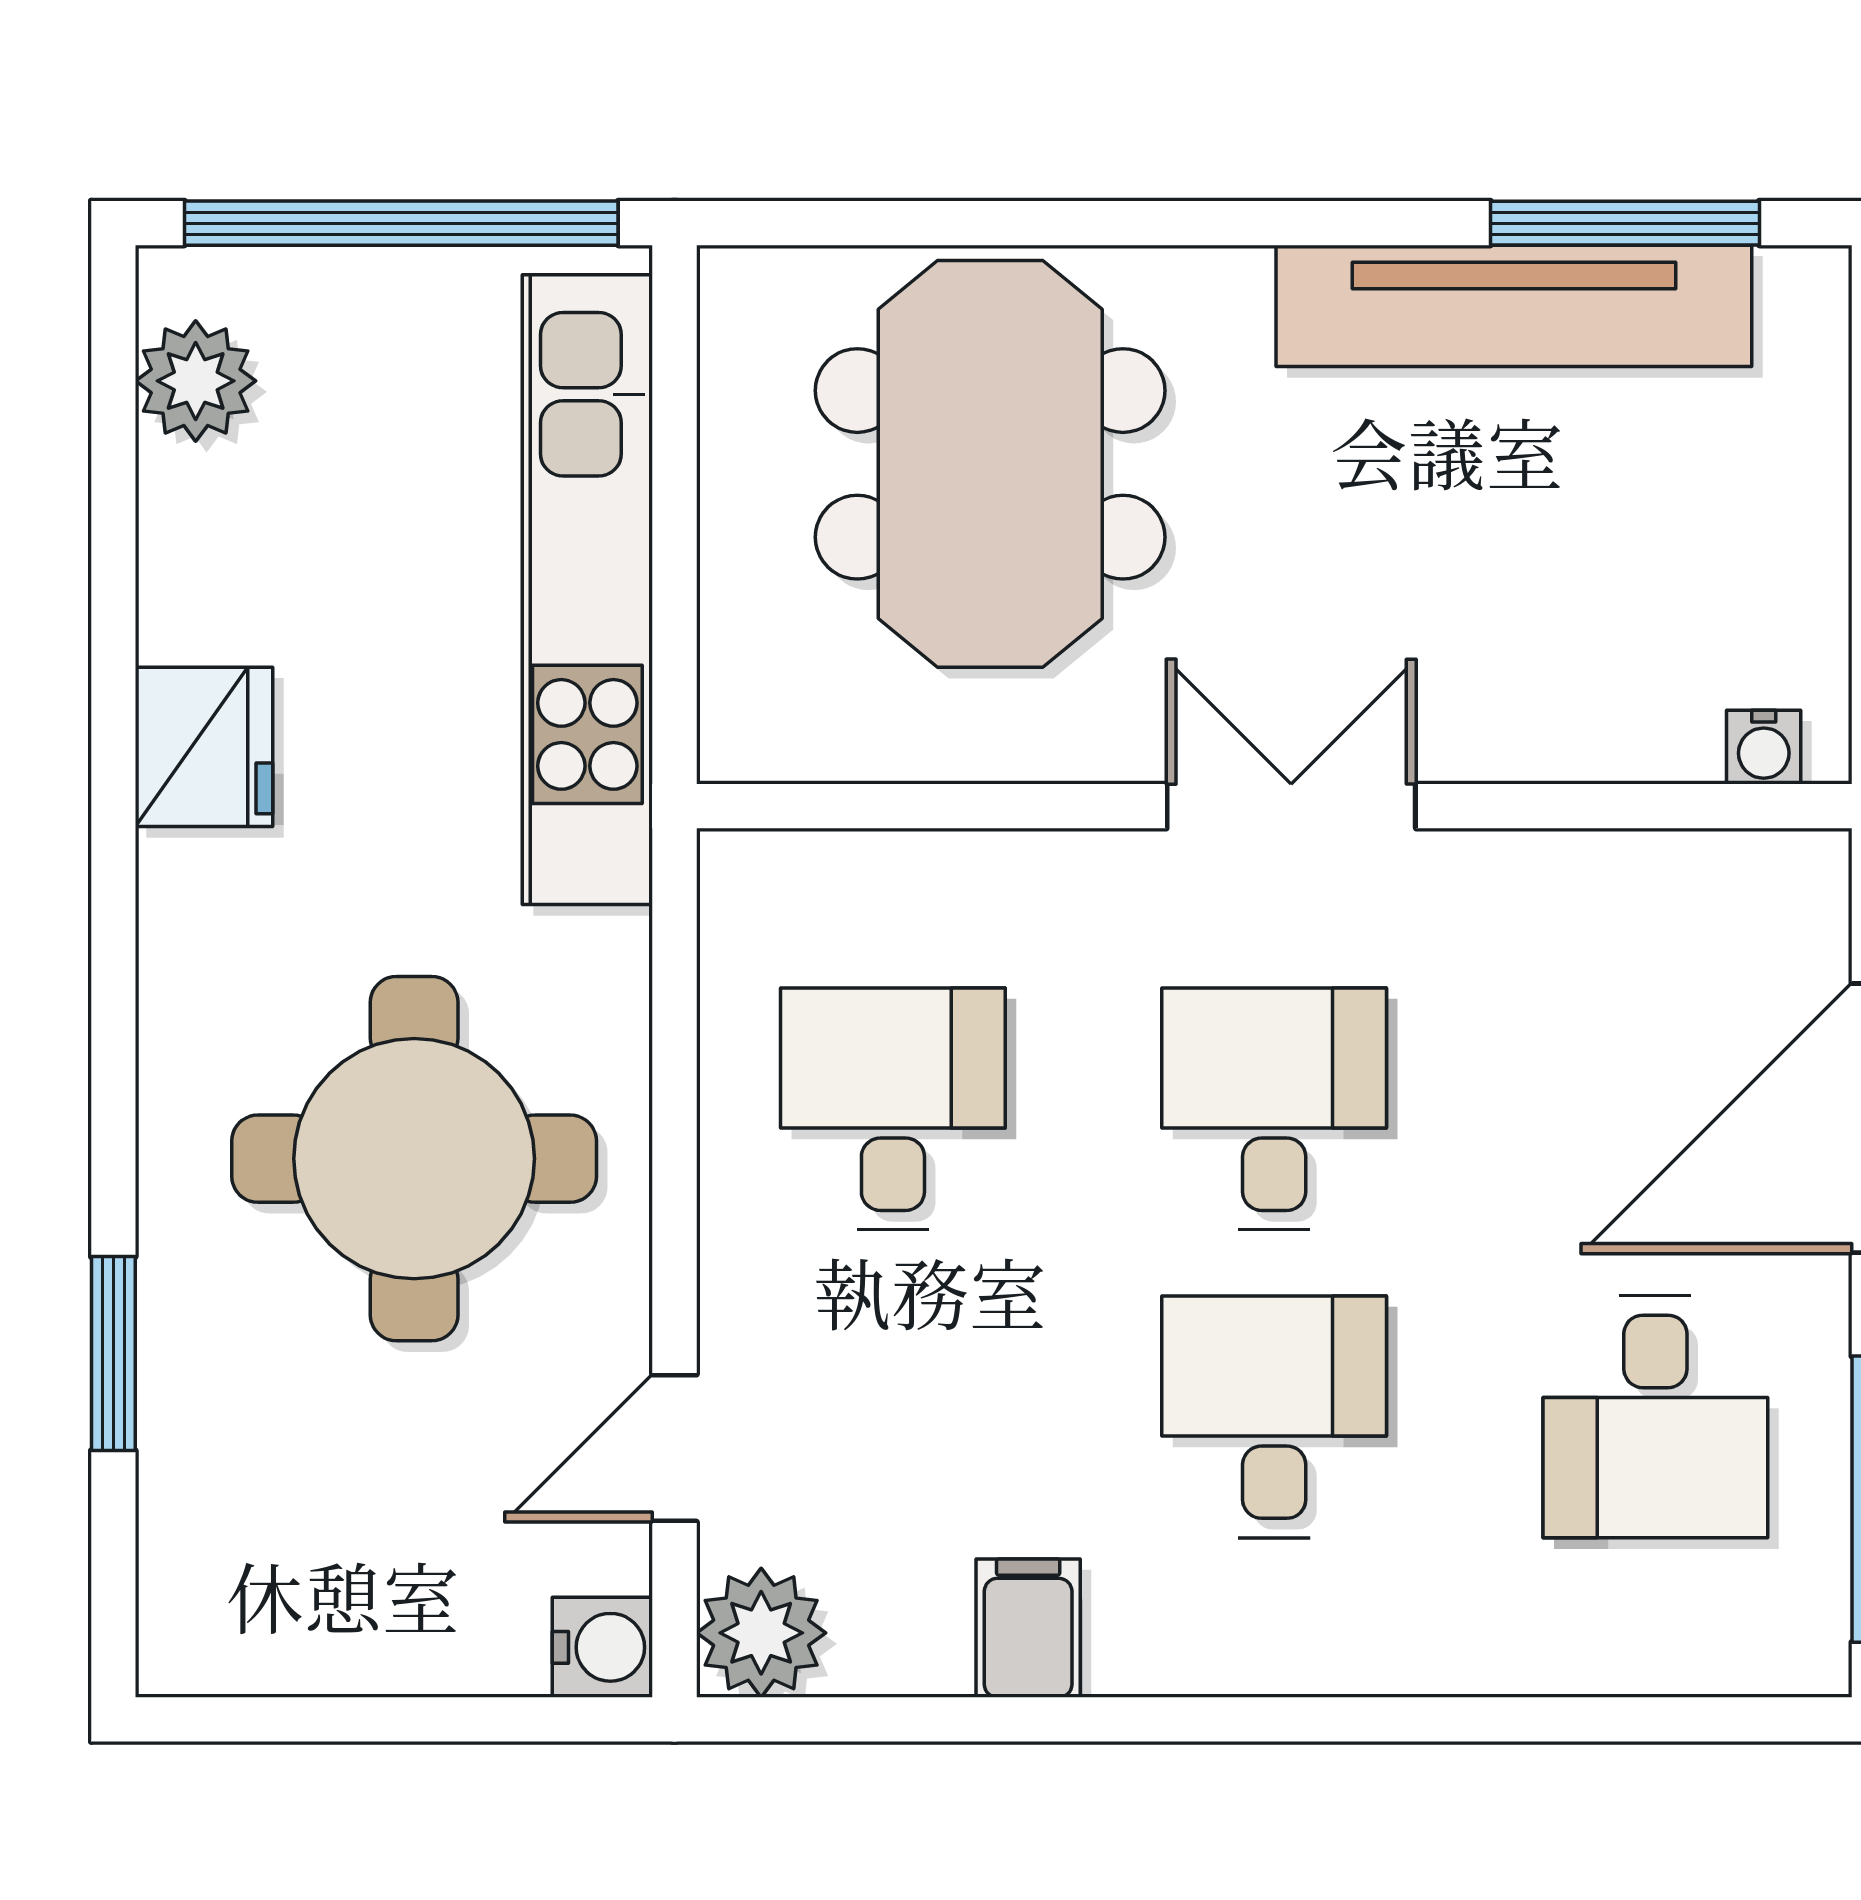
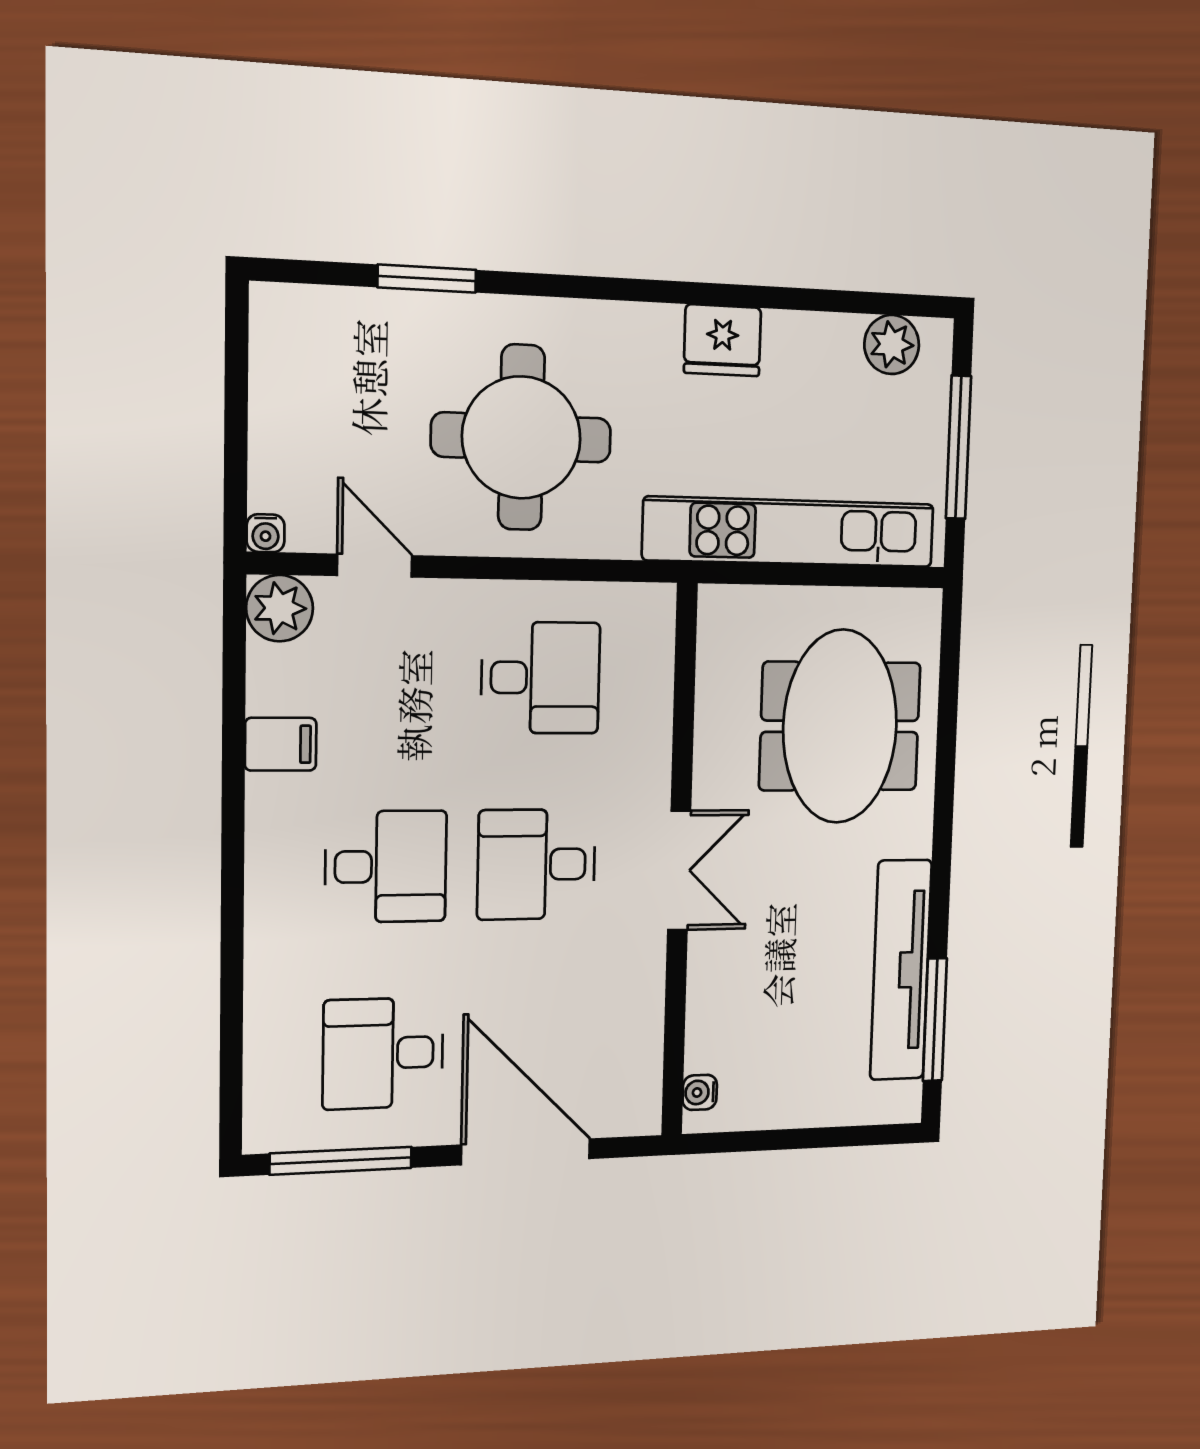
window: (401, 223) -> (958, 447), width x0.68
meeting table: (990, 464) -> (840, 726), turned 90
desk: (1274, 1109) -> (536, 864), turned 180
water cooler: (602, 1647) -> (266, 533), width x0.72, depth x0.72

